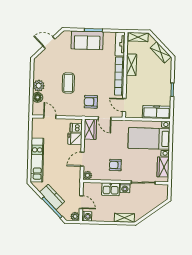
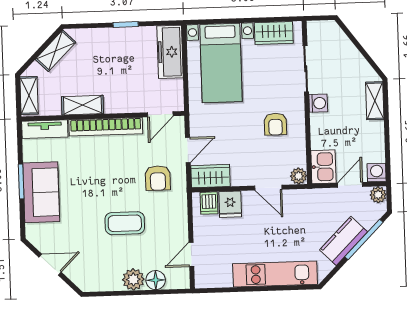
door: (49, 43) -> (50, 265), swing flipped
kitchen sink: (111, 189) -> (323, 167), moved

